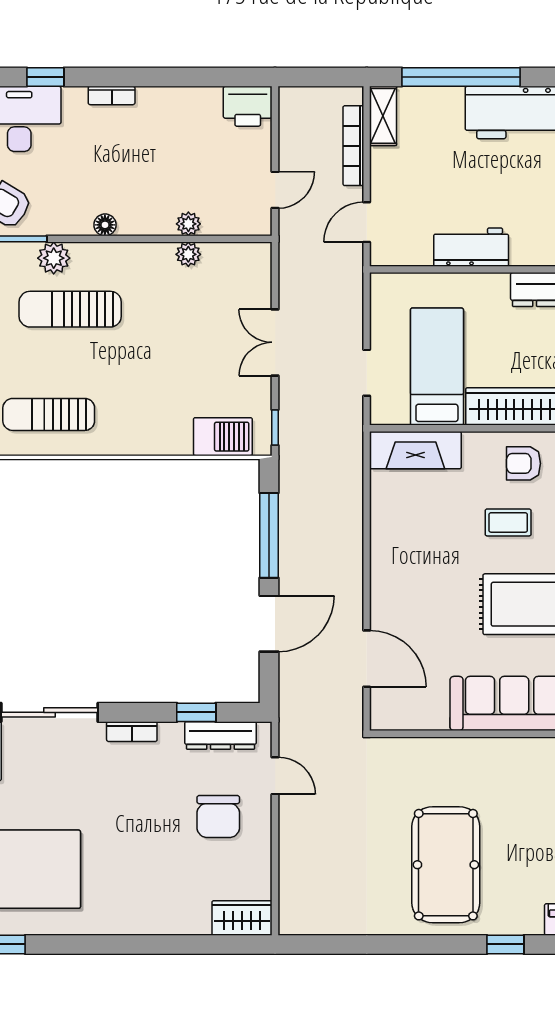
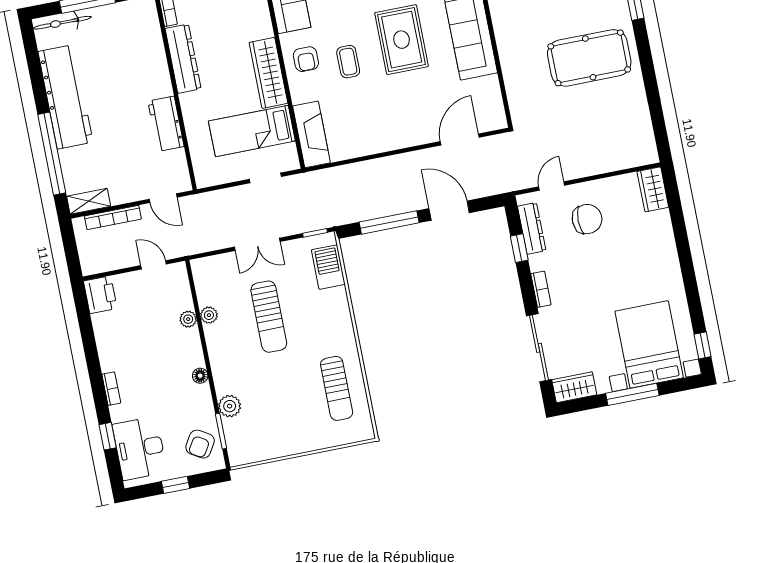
sun lounger: (70, 309) -> (269, 317), moved

